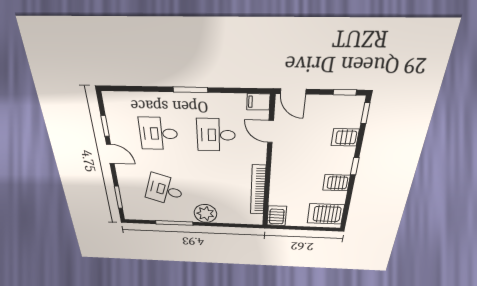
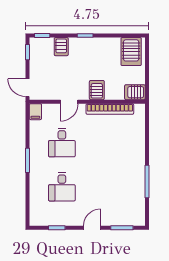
door: (293, 91) -> (27, 88), swing flipped
door: (271, 131) -> (69, 102), moved
door: (110, 154) -> (92, 228), moved
server rack: (336, 183) -> (97, 90), moved, turned 180
desk: (165, 190) -> (113, 187), removed
plant: (205, 214) -> (135, 153), removed

